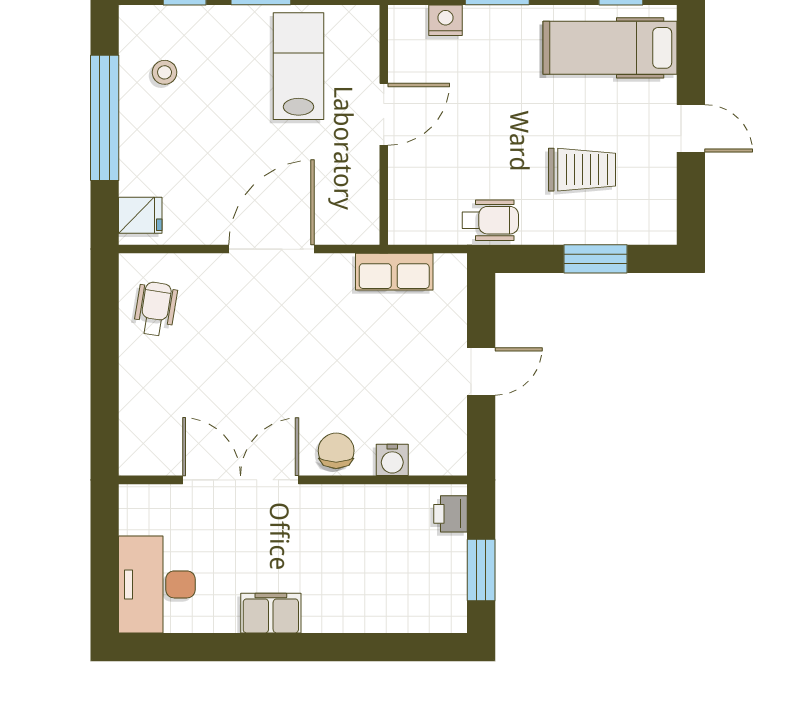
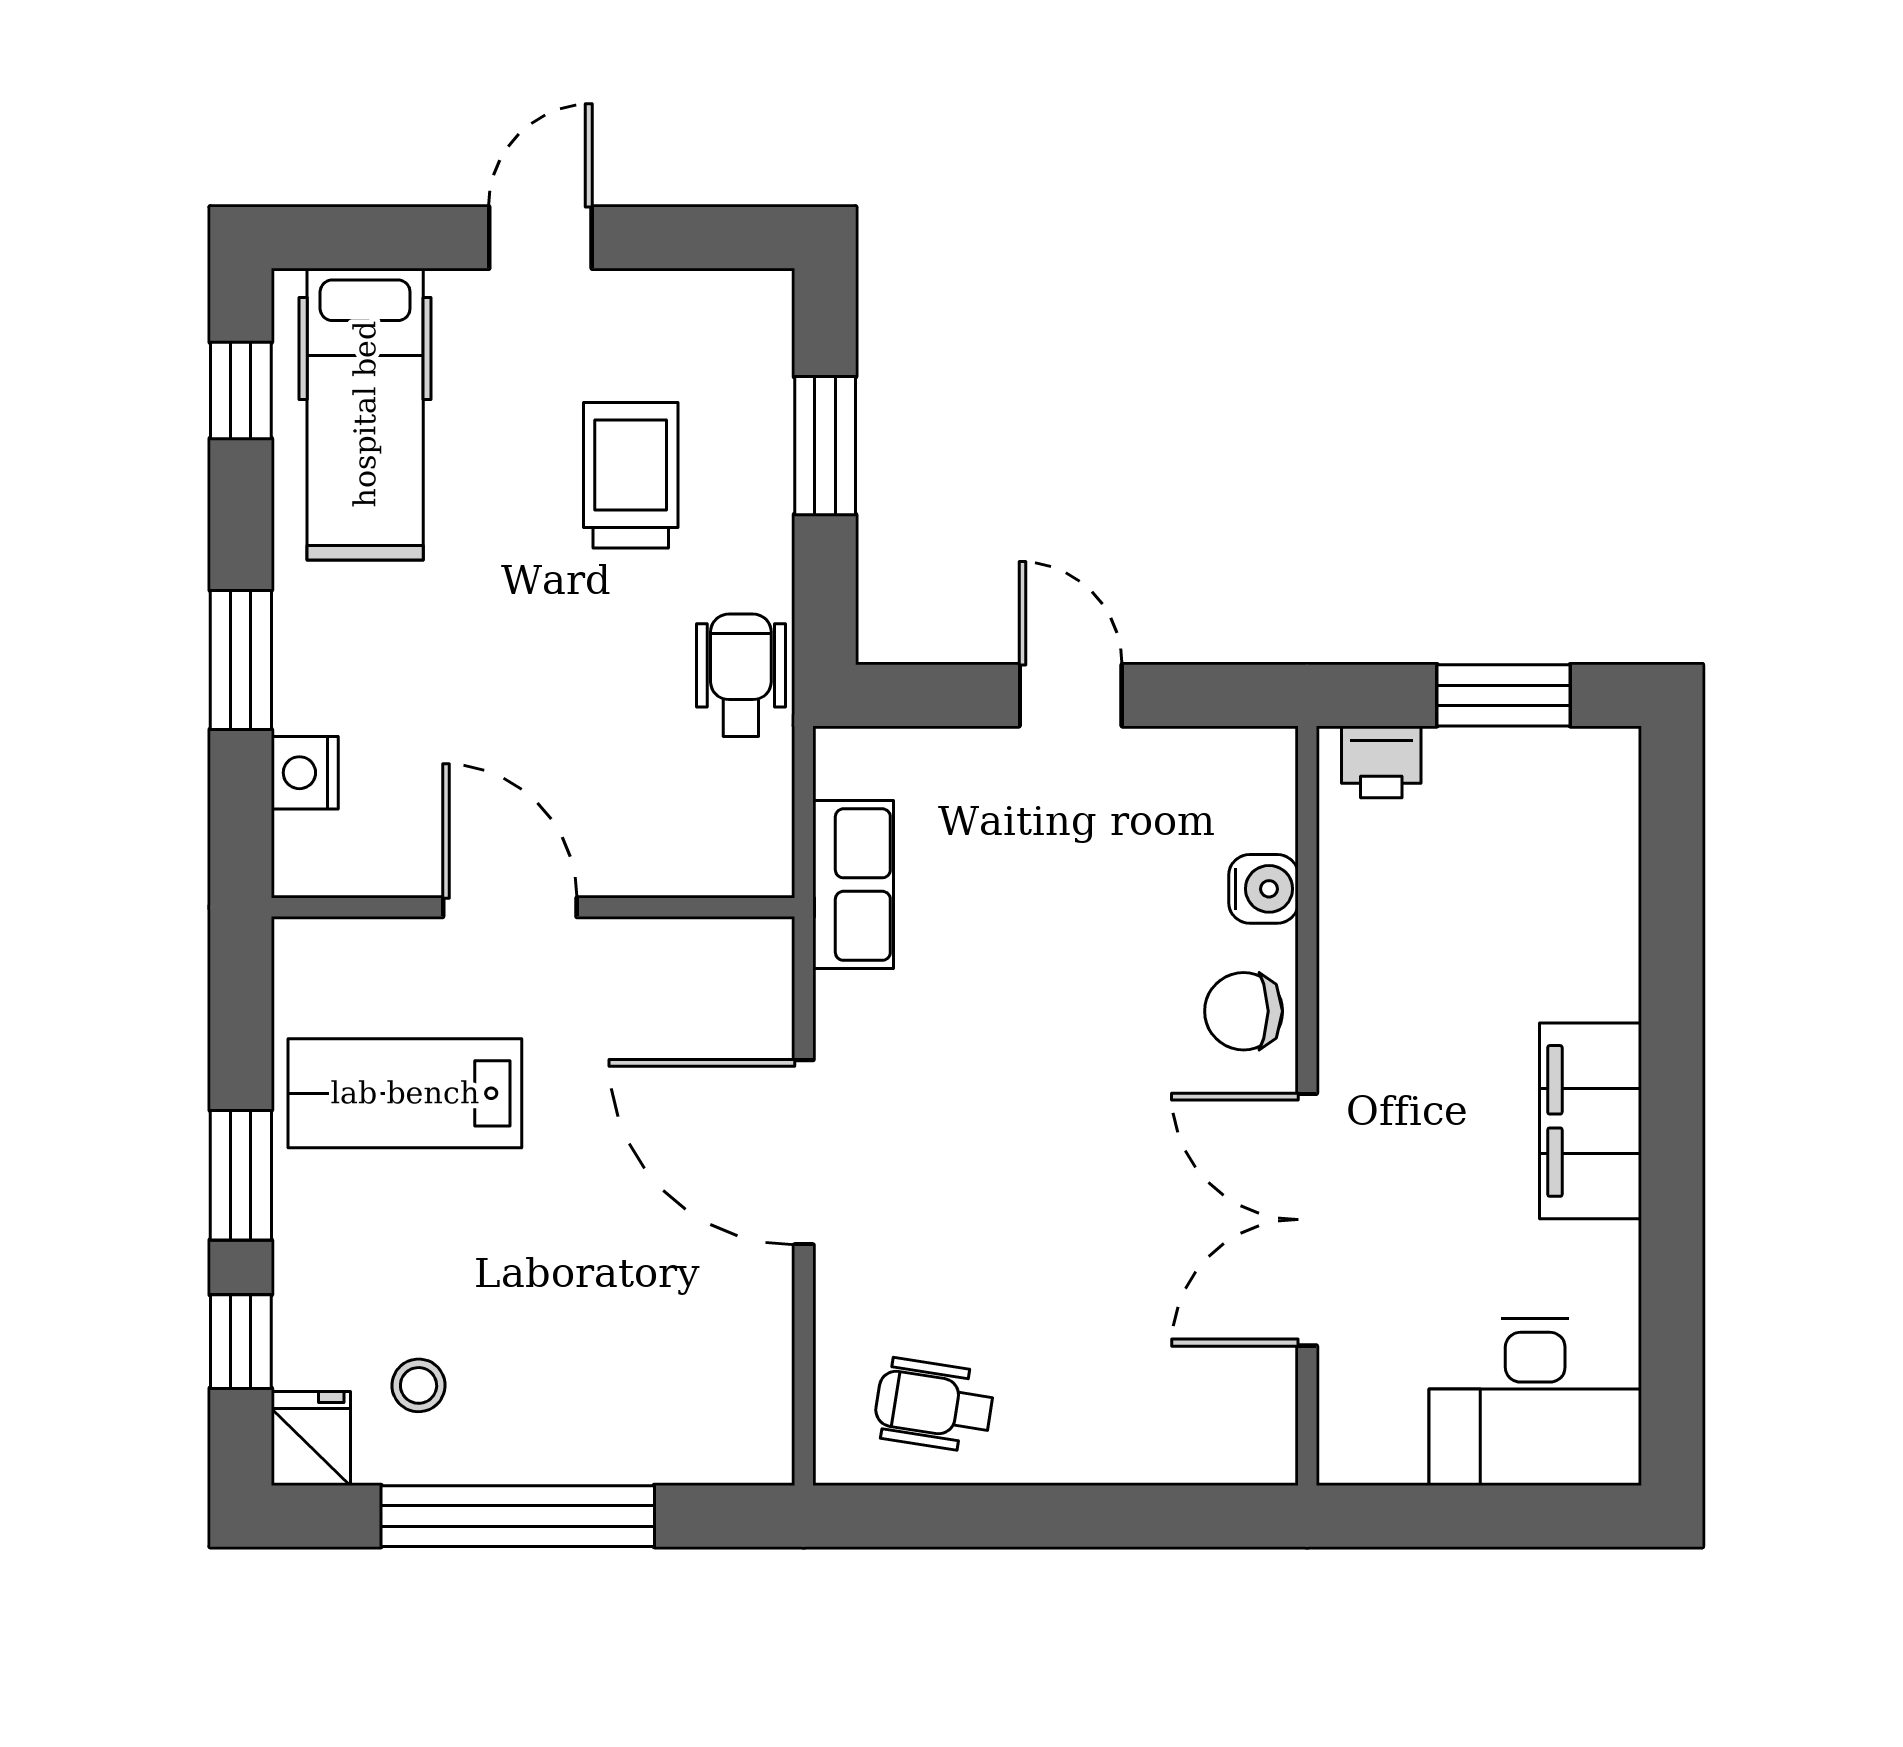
fridge: (140, 215) -> (311, 1438), moved
filing cabinet: (271, 613) -> (1590, 1121), width x1.50, depth x1.17

